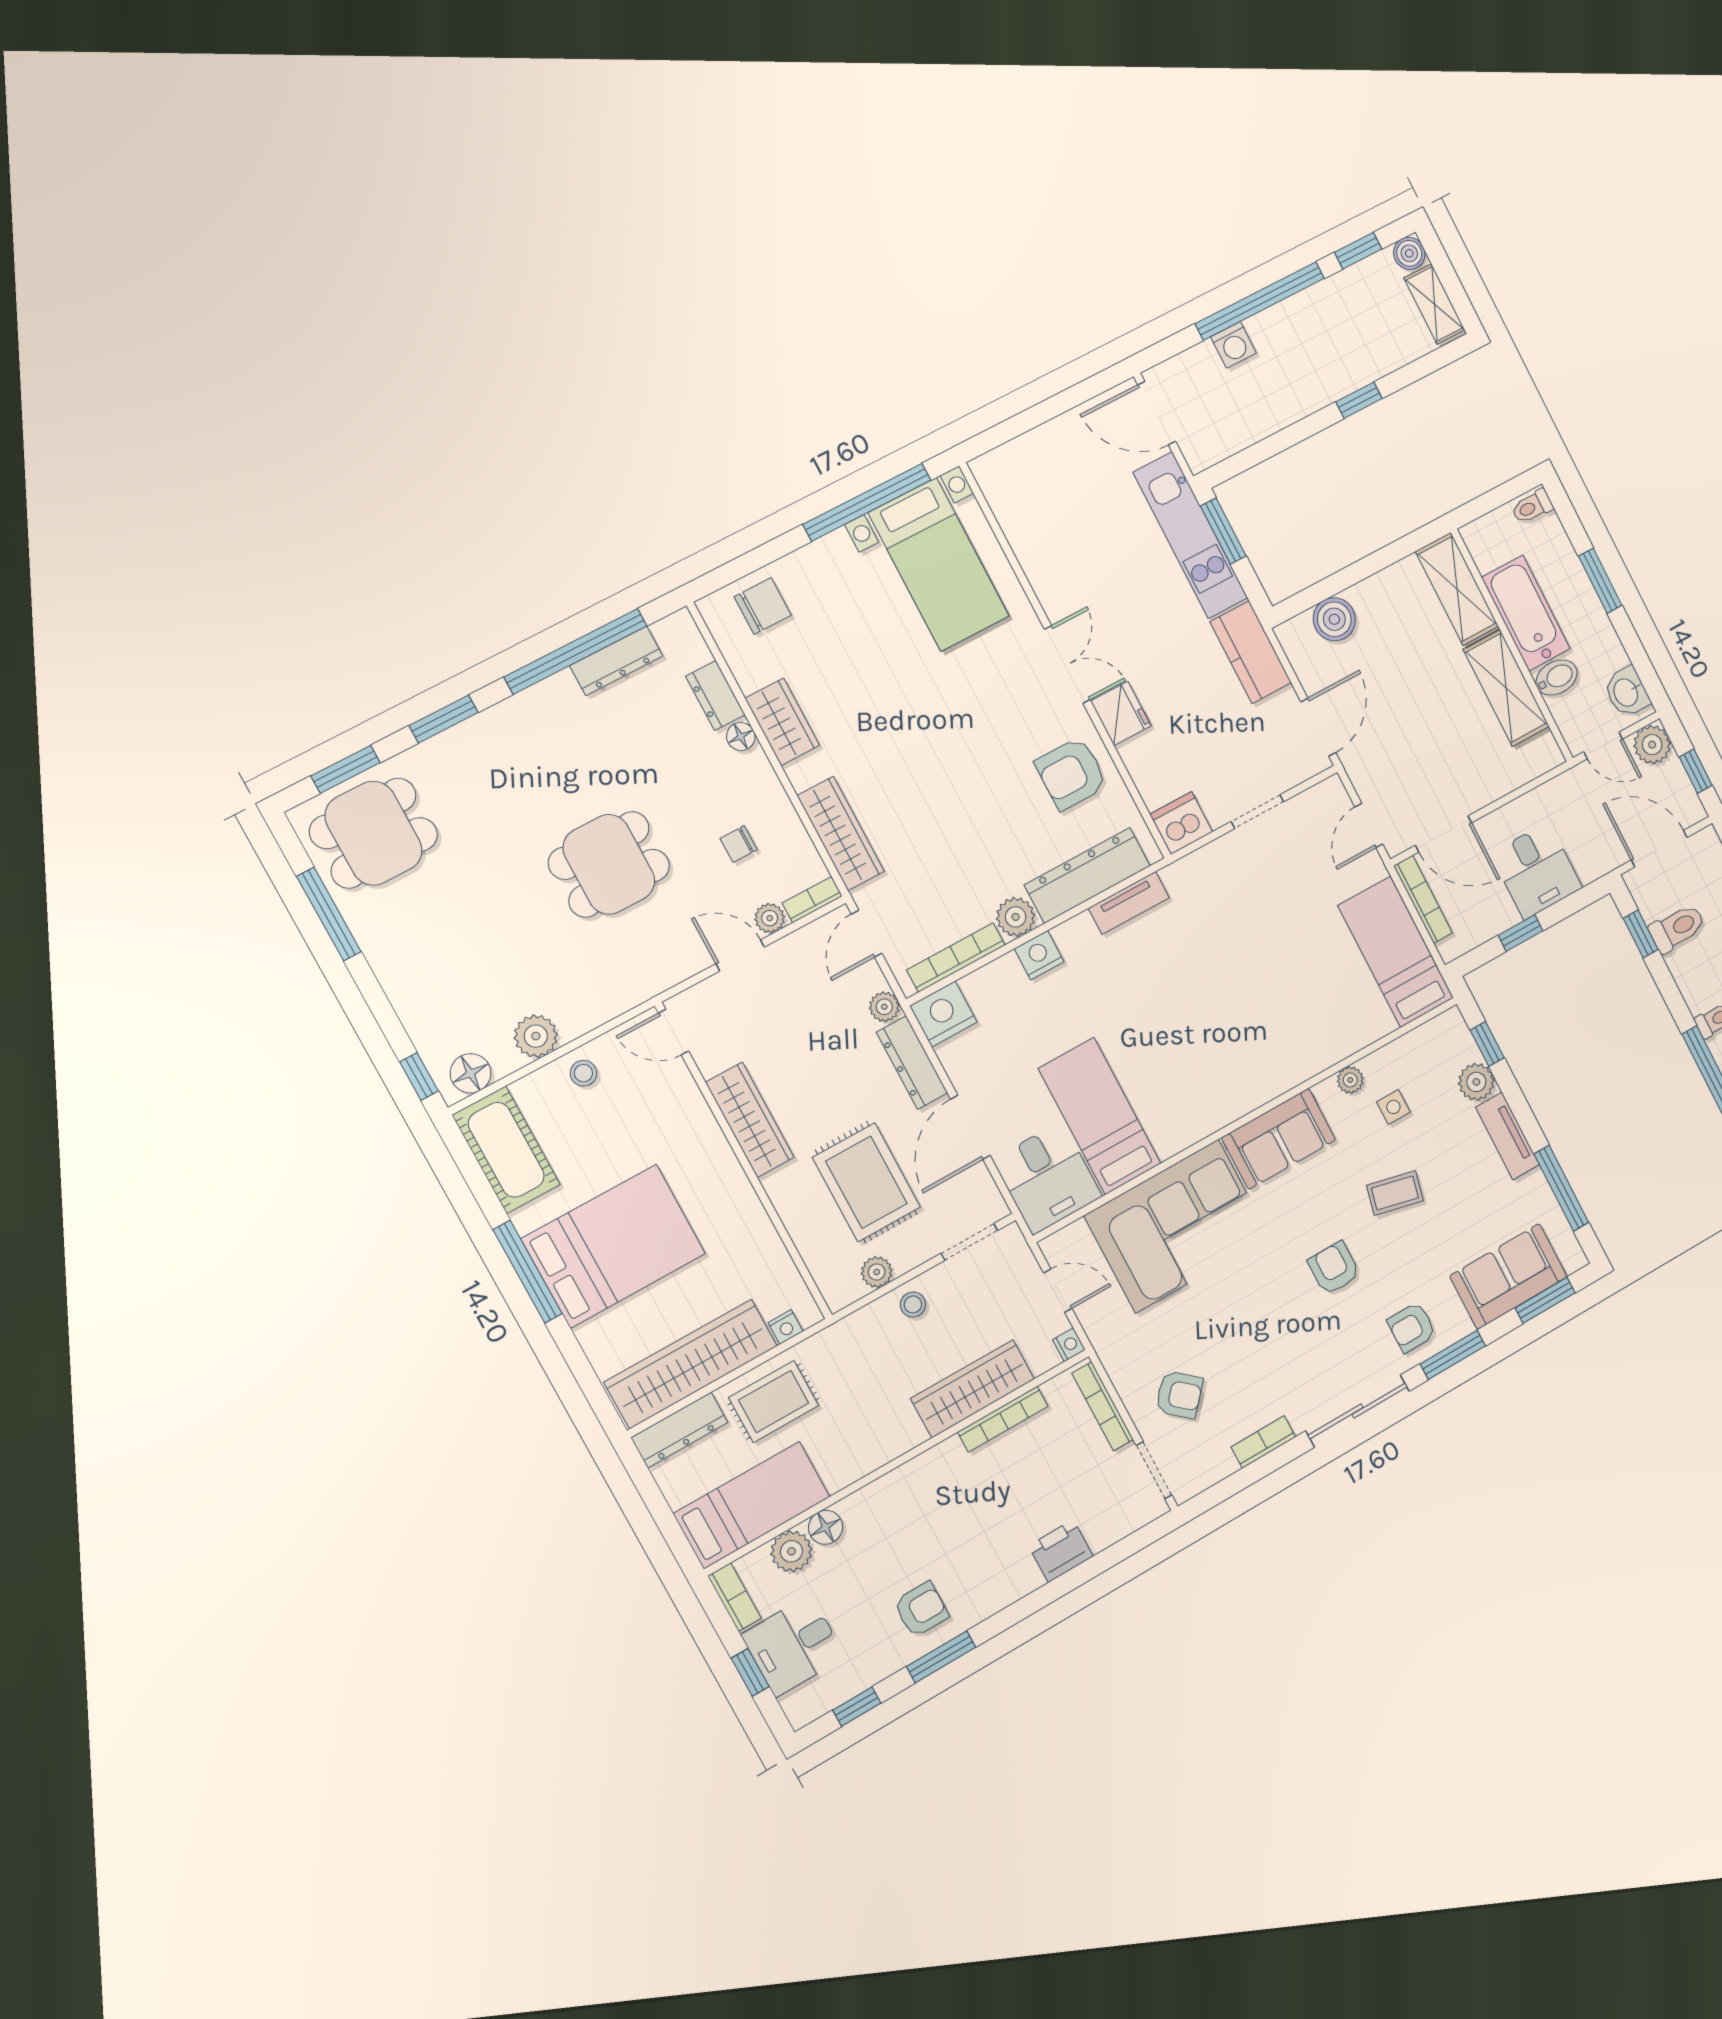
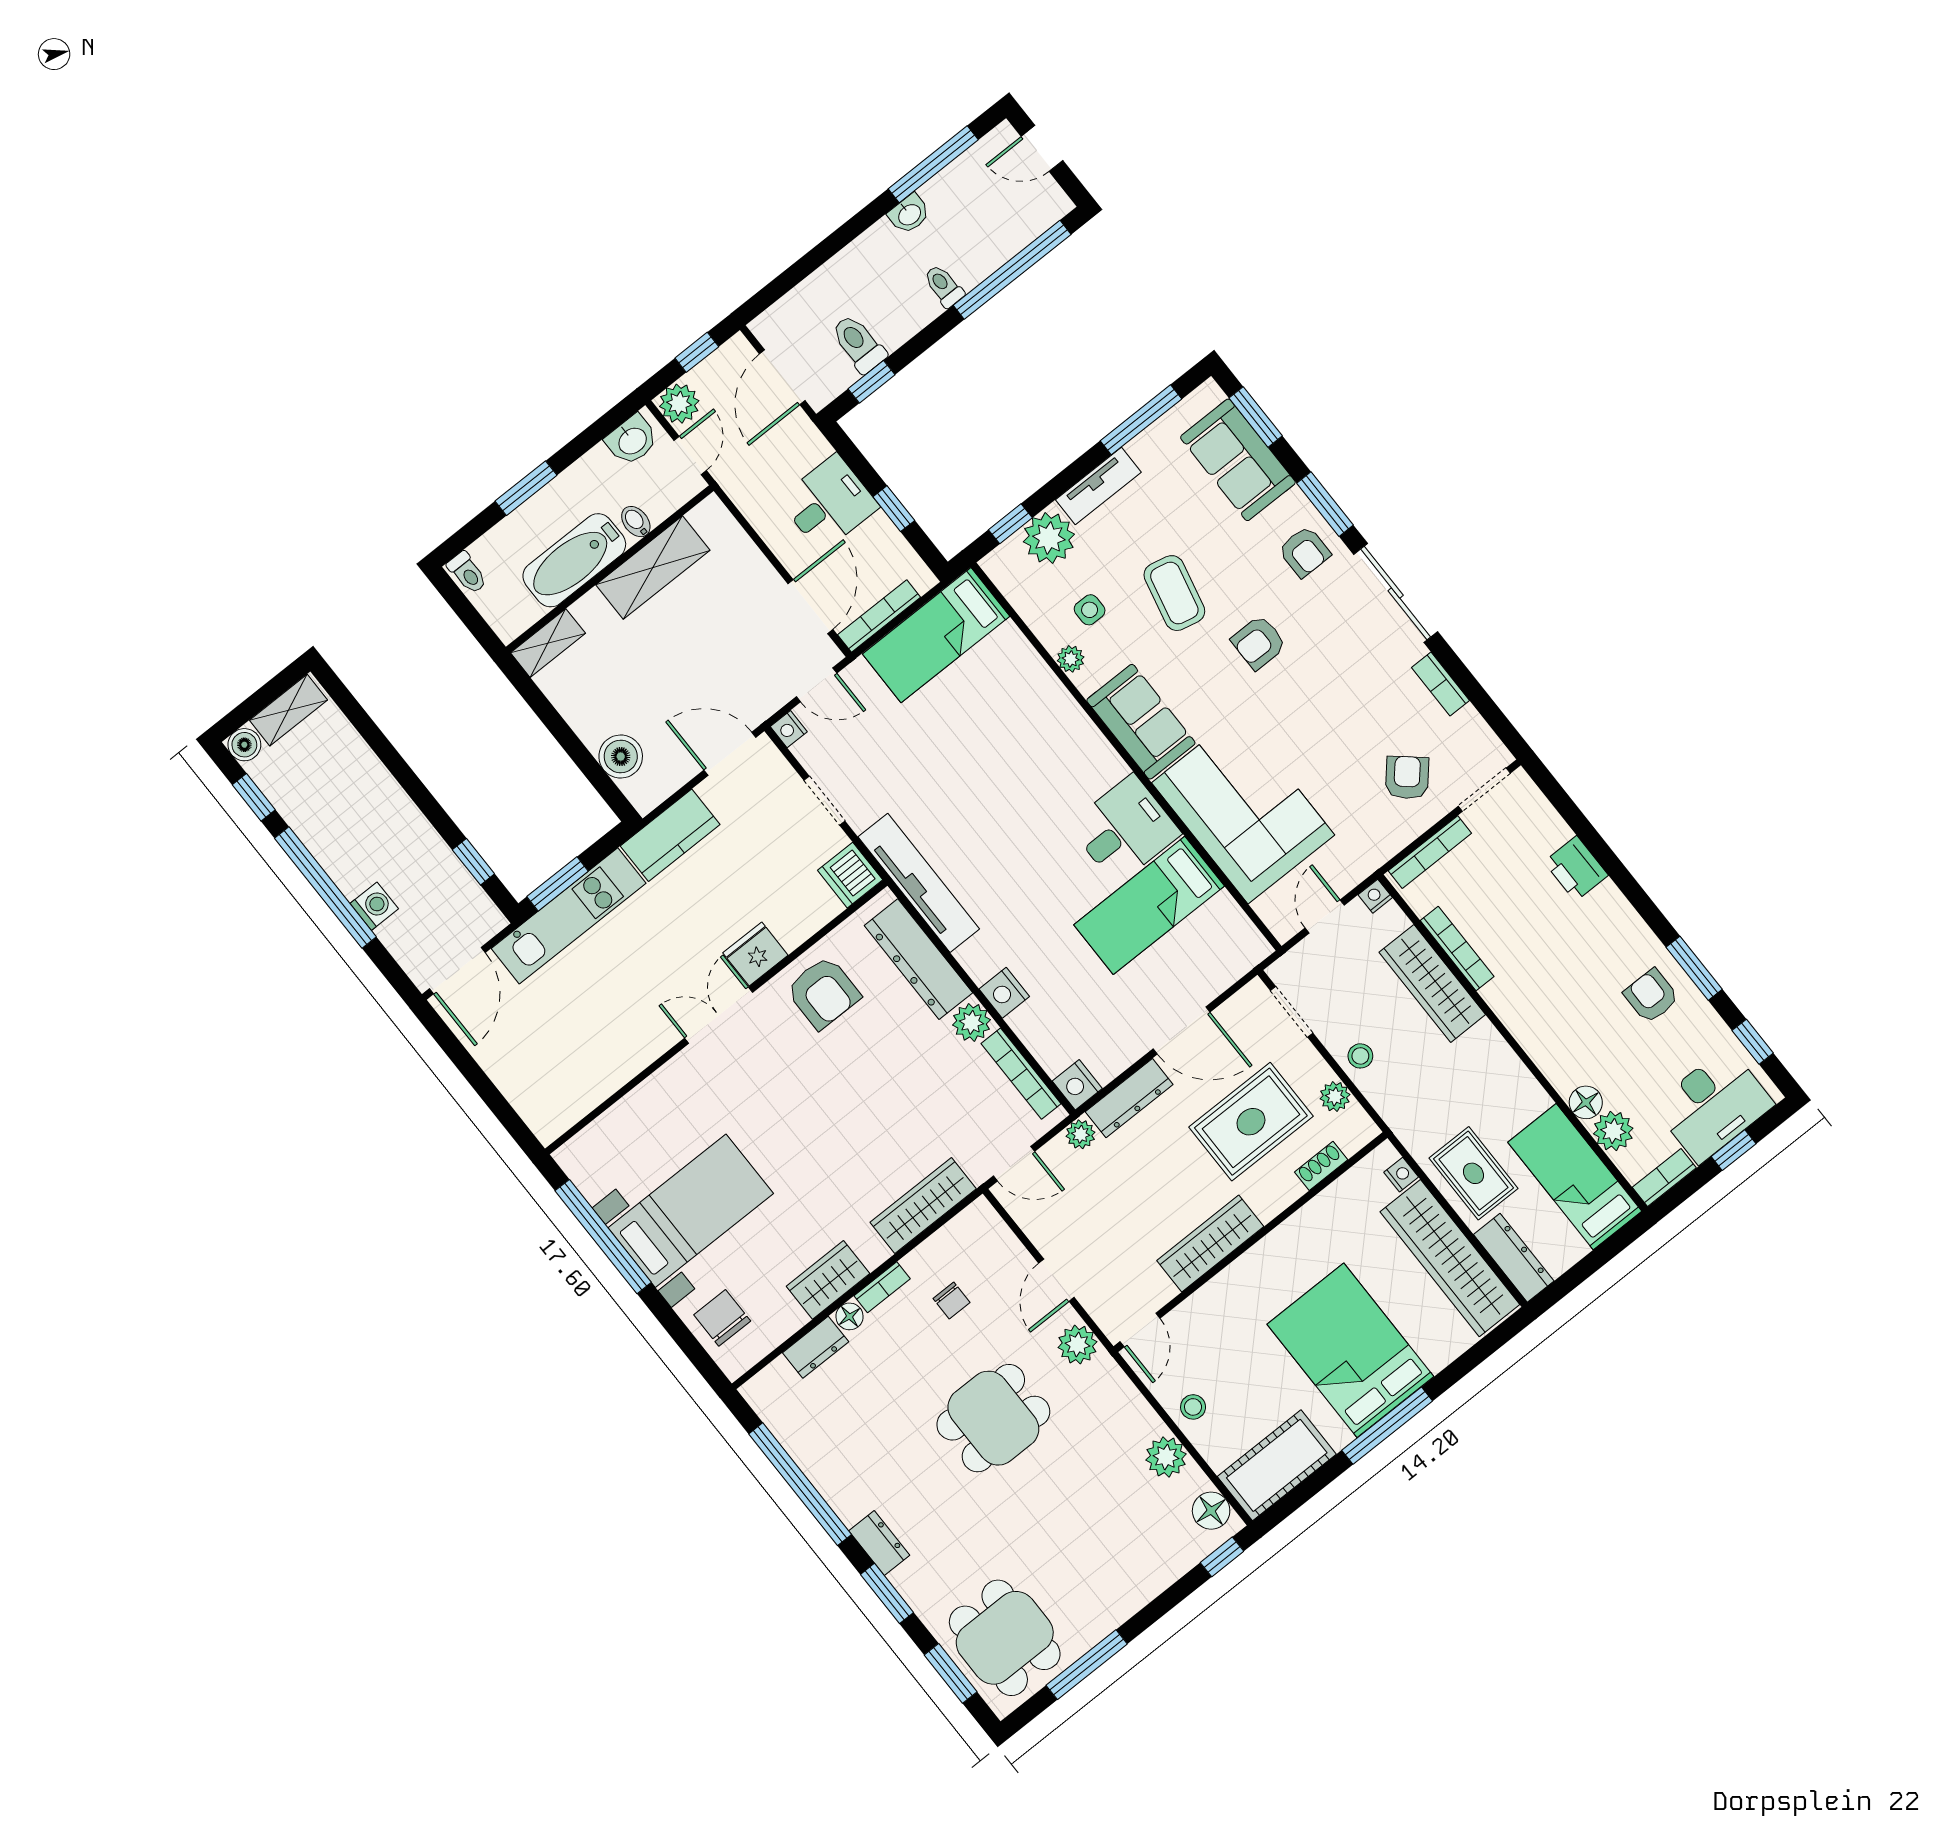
window: (1359, 400) -> (473, 862), moved
bed with nightstands: (939, 565) -> (691, 1211), moved
shelving: (1457, 589) -> (548, 643), width x0.67, depth x0.75
dresser: (616, 661) -> (879, 1543), moved, width x0.70
bidet: (1557, 678) -> (636, 522), width x0.72, depth x0.74
nightstand: (1332, 790) -> (789, 729), added
dining table: (609, 864) -> (993, 1418), turned 90
bookcase: (812, 900) -> (882, 1287), moved, turned -90
tv unit: (1129, 903) -> (919, 883), width x1.92, depth x1.29
plant: (770, 918) -> (1077, 1345), moved, width x1.38, depth x1.38
nightstand: (943, 1014) -> (1077, 1085), width x0.74, depth x0.75
plant: (1476, 1082) -> (1049, 538), width x1.36, depth x1.36
desk: (1047, 1178) -> (1125, 829), moved
coffee table: (1395, 1193) -> (1174, 593), width x1.36, depth x1.30
shoe rack: (809, 1247) -> (1321, 1166), added
desk: (793, 1646) -> (1713, 1105), width x1.37

